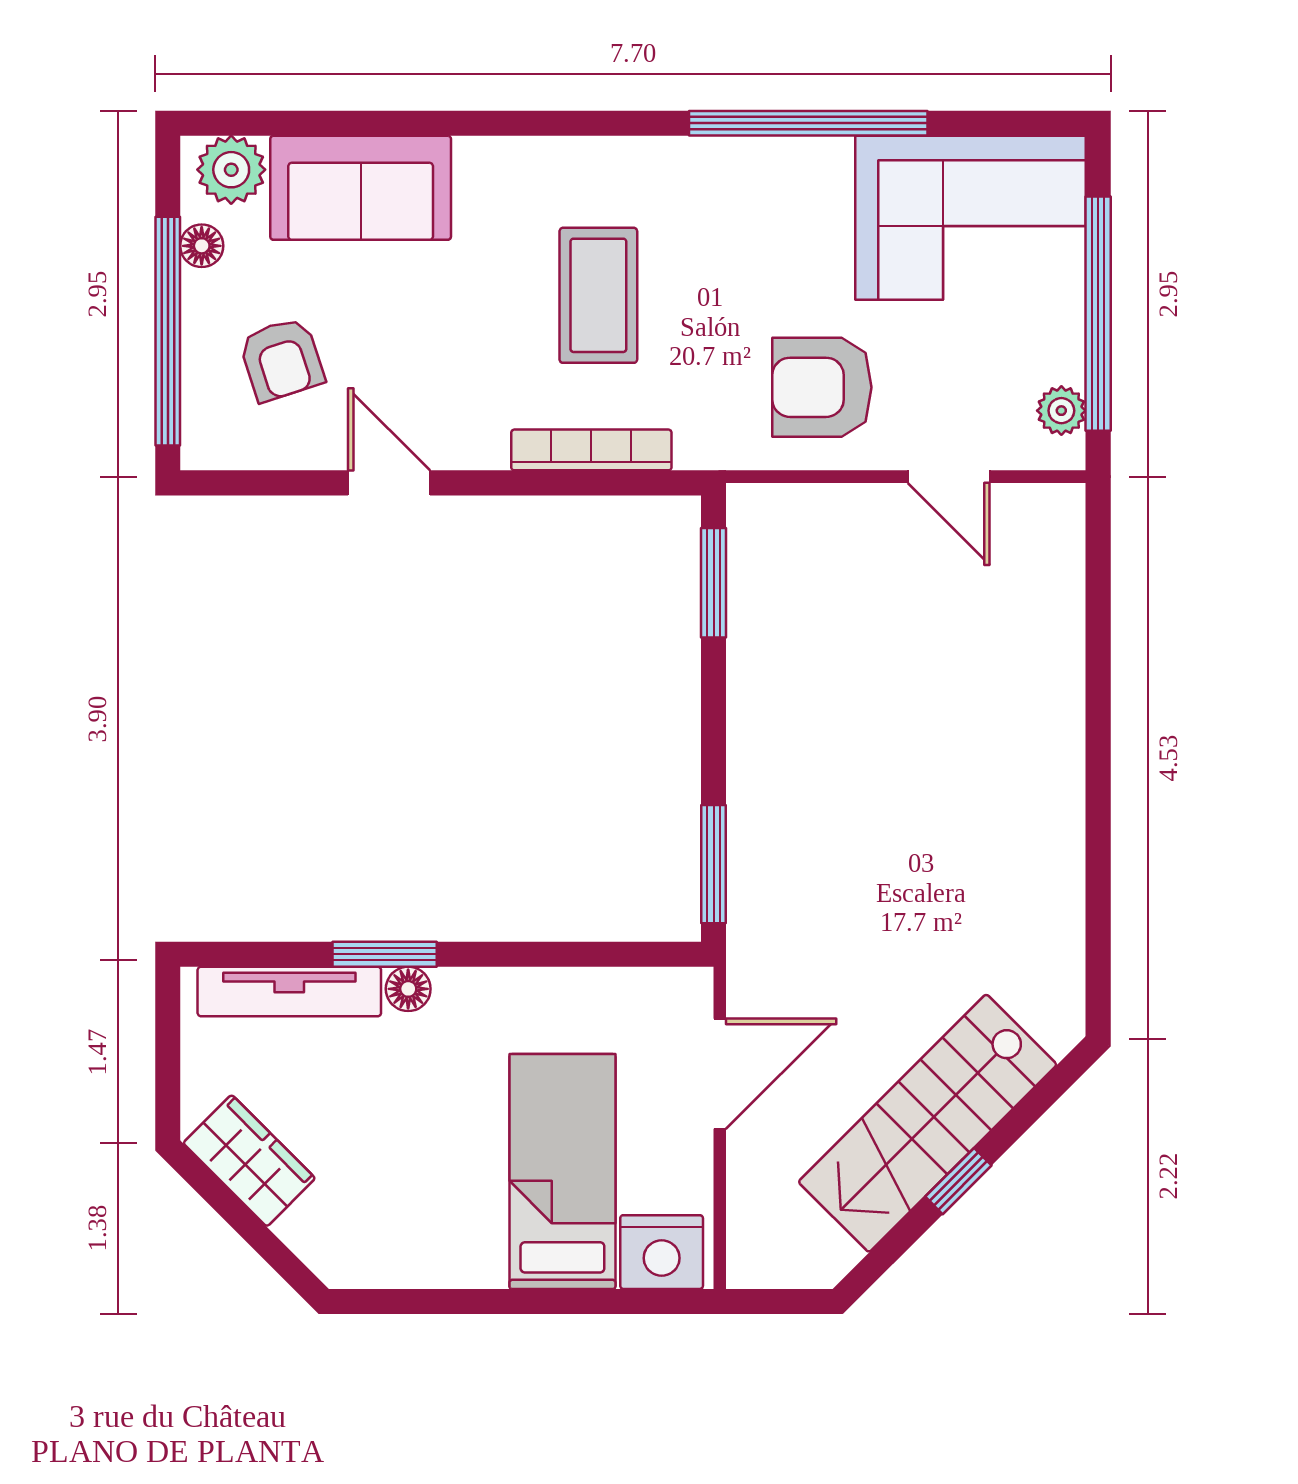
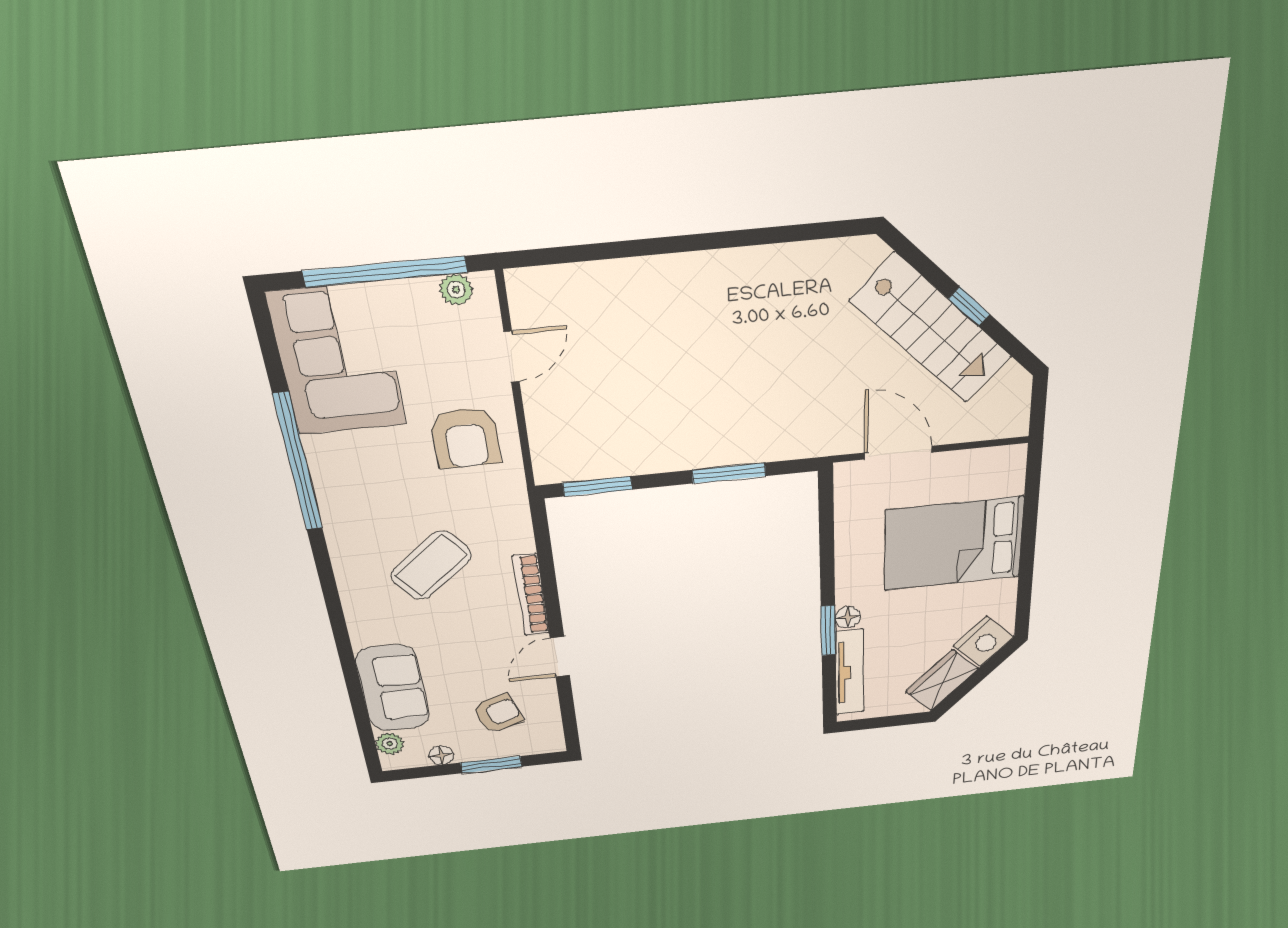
plant: (231, 170) -> (390, 744), width x0.73, depth x0.73
coffee table: (598, 295) -> (431, 565), turned -38
window: (168, 331) -> (491, 765), width x0.47
bookcase: (591, 450) -> (531, 595), moved
window: (714, 864) -> (729, 473), moved
bed: (562, 1172) -> (953, 544), width x1.50
nightstand: (662, 1252) -> (984, 641), moved, turned 45

